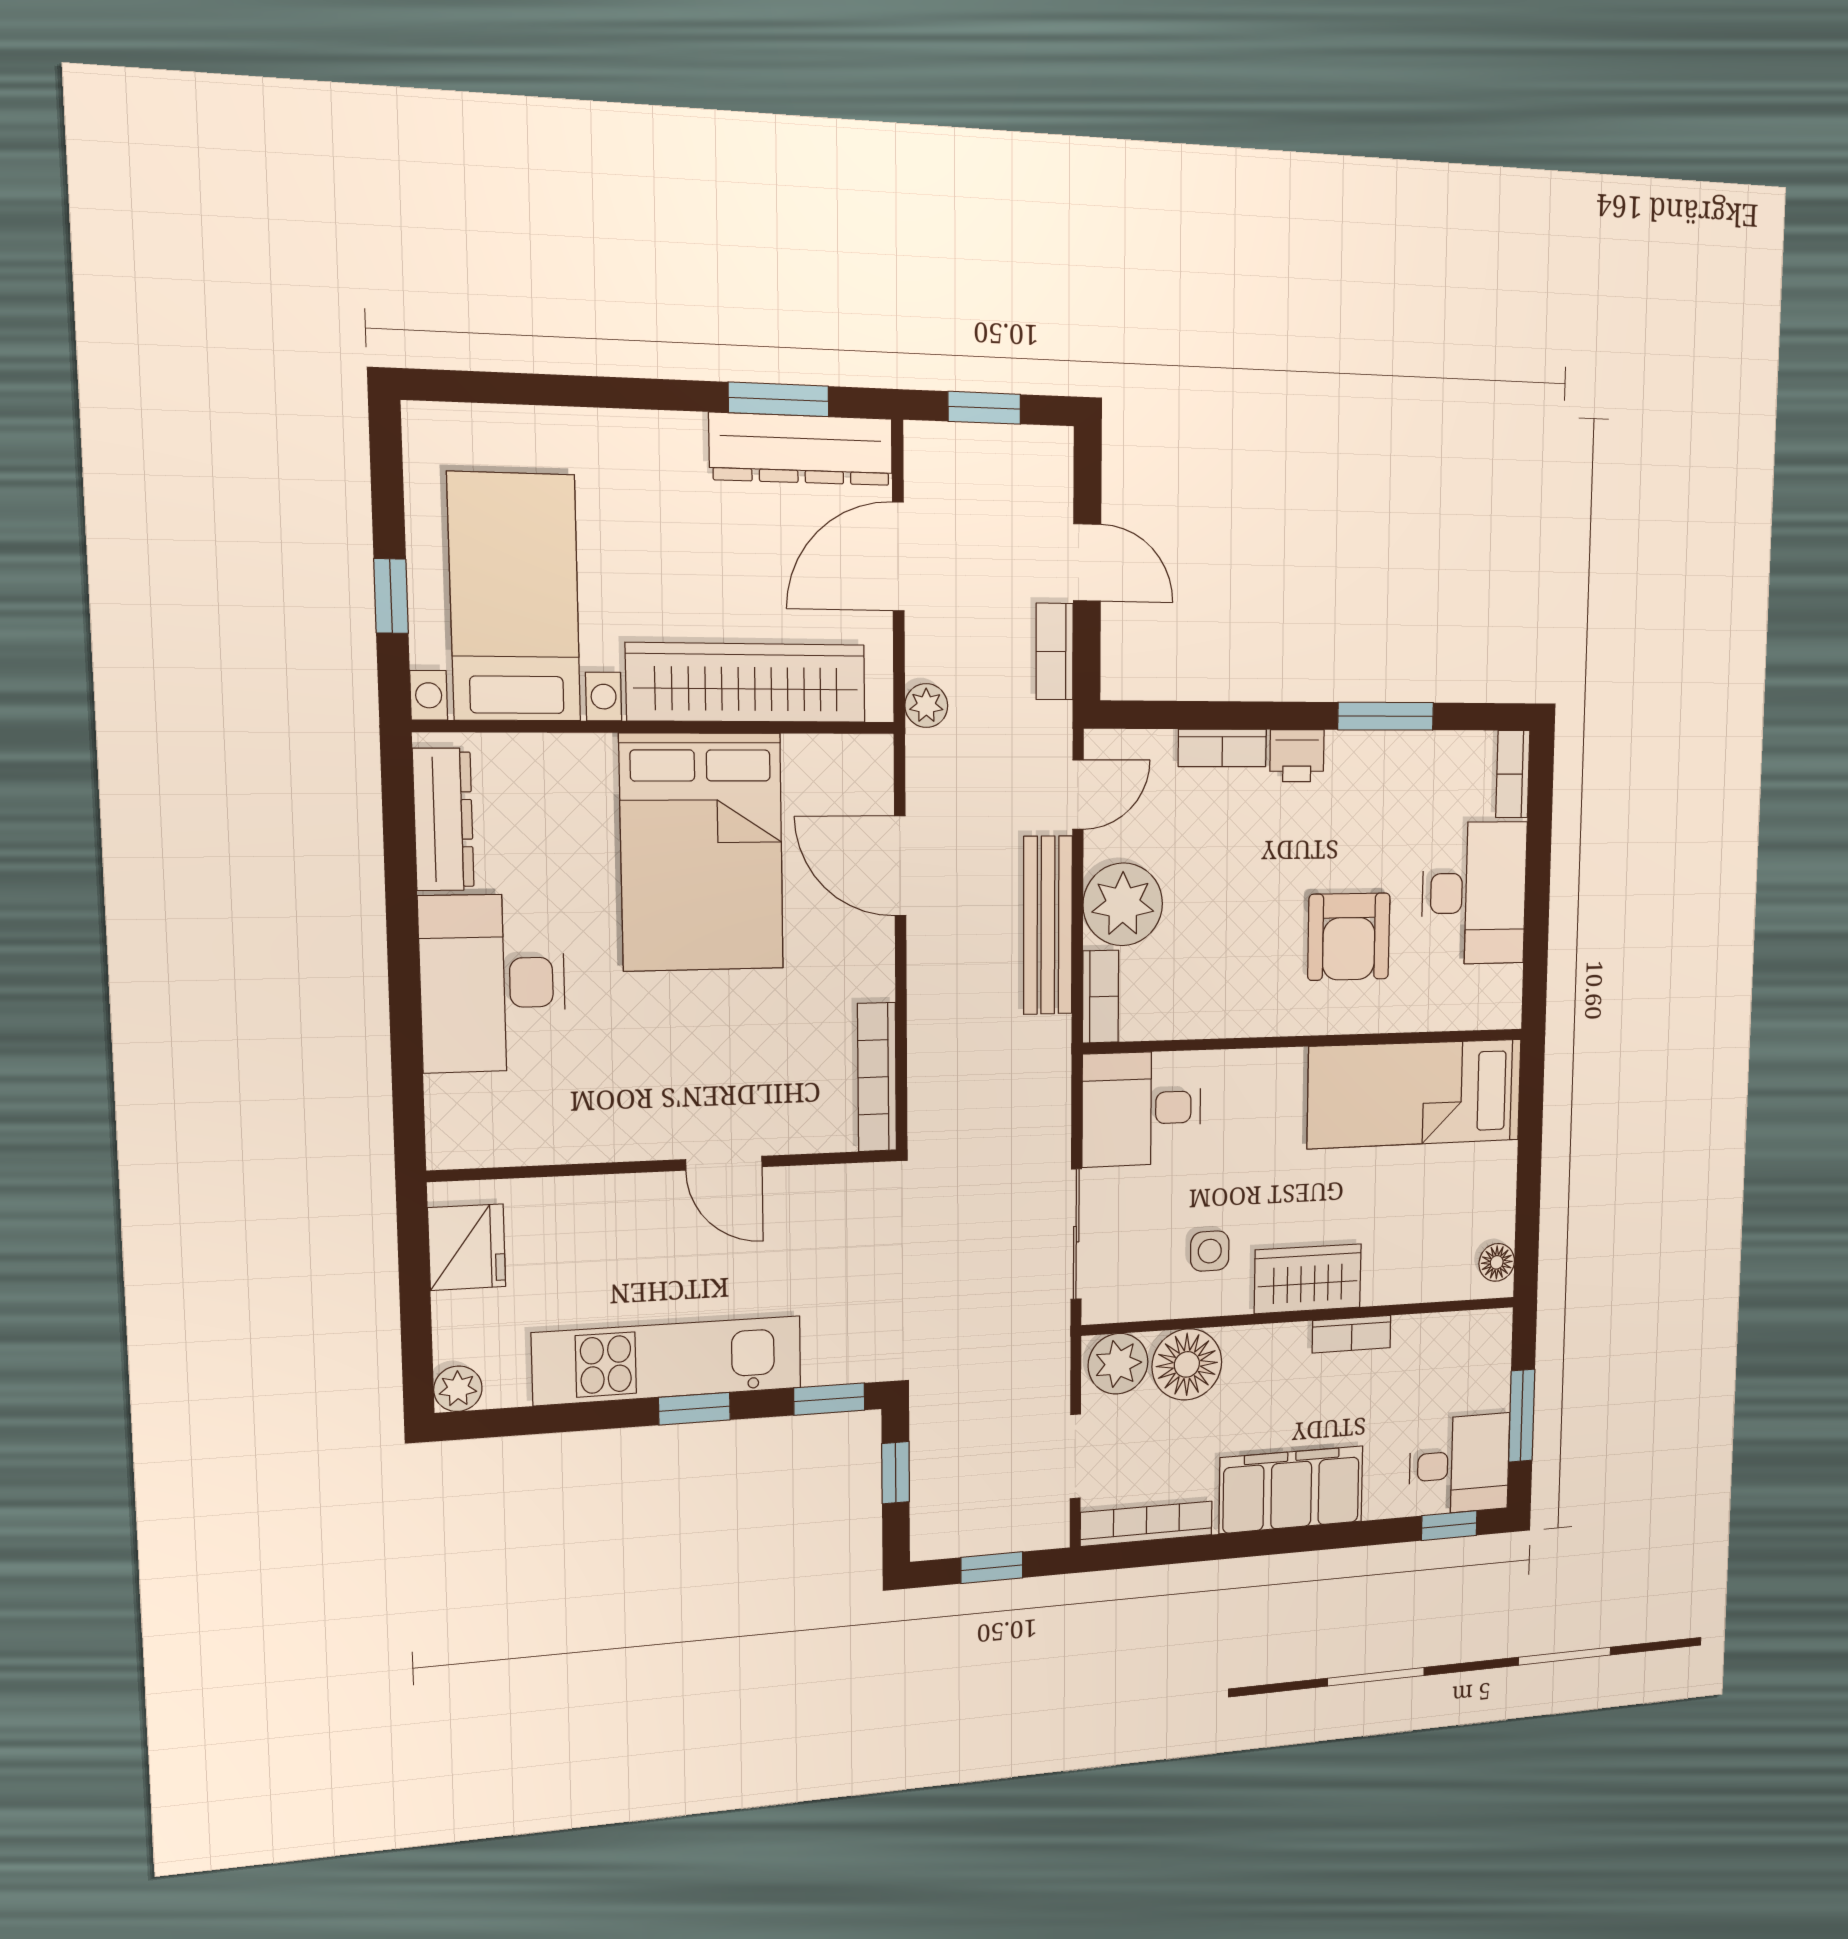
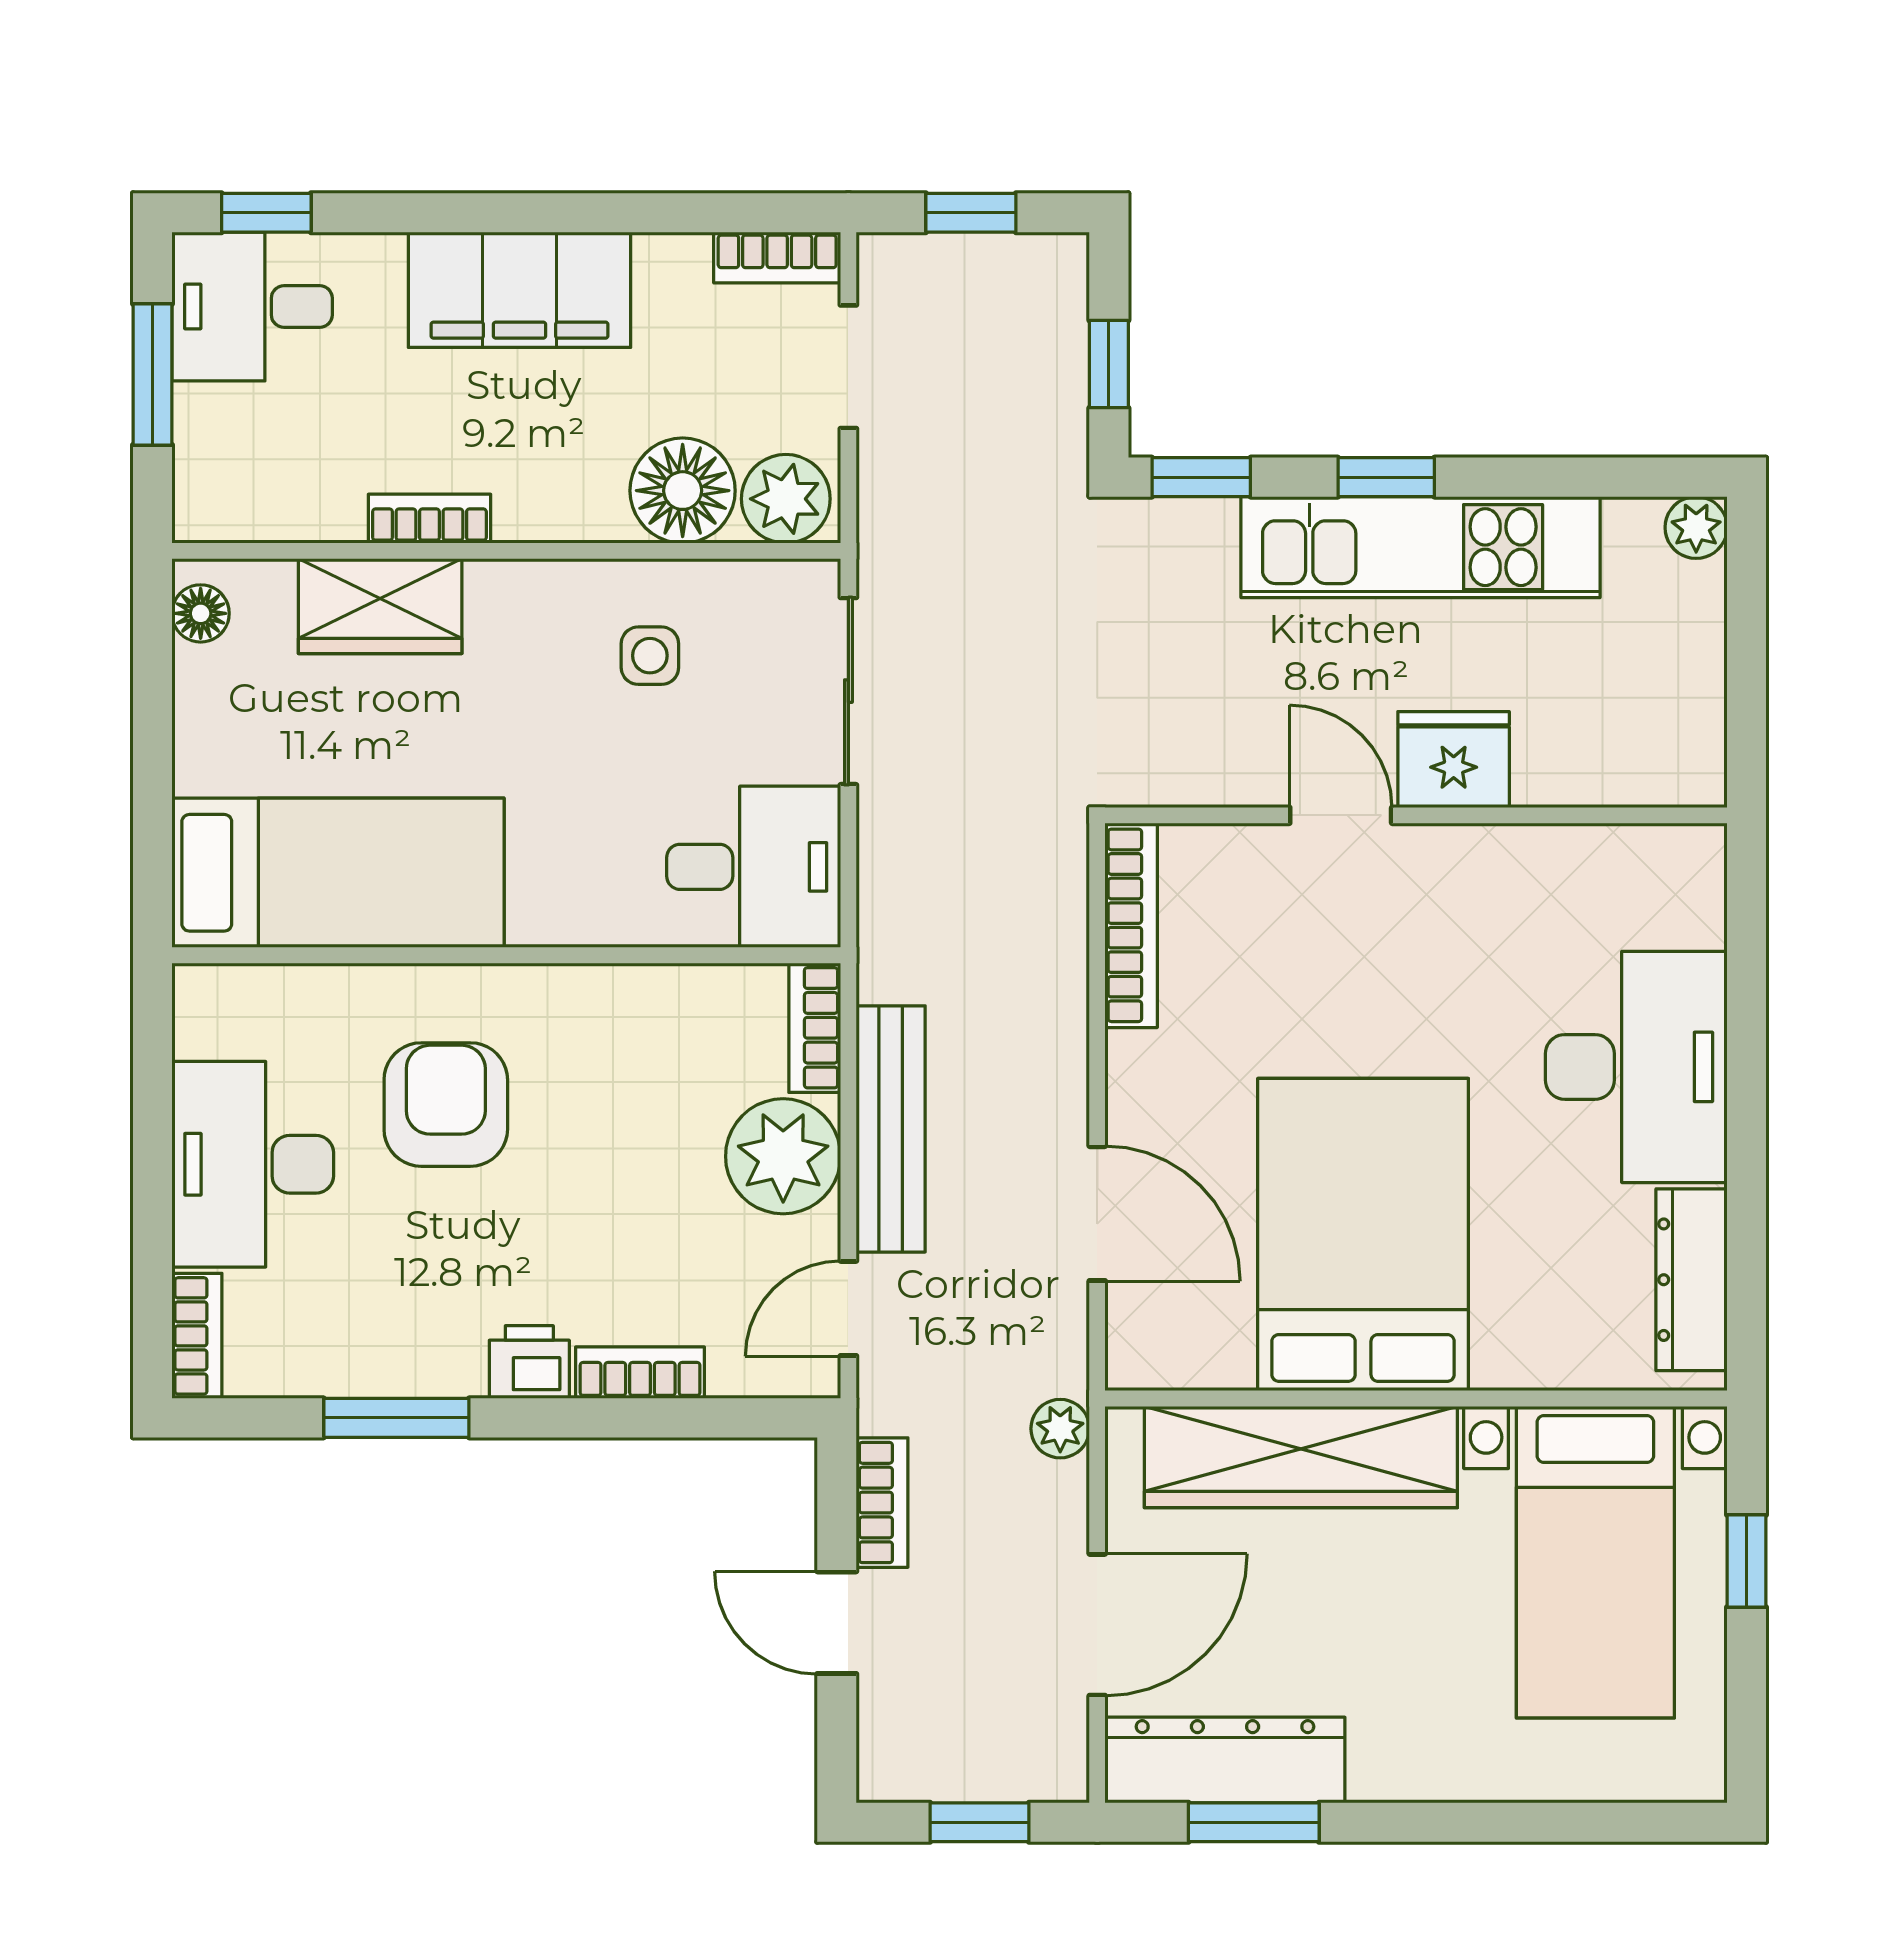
fridge: (467, 1247) -> (1454, 760), moved, turned 90
wardrobe: (1308, 1279) -> (380, 606), moved
bookcase: (1146, 1524) -> (777, 258), width x0.64

